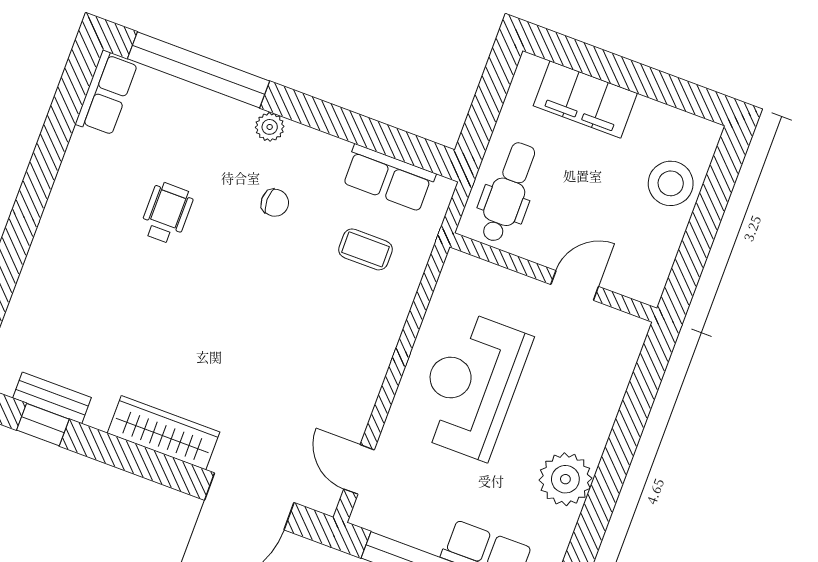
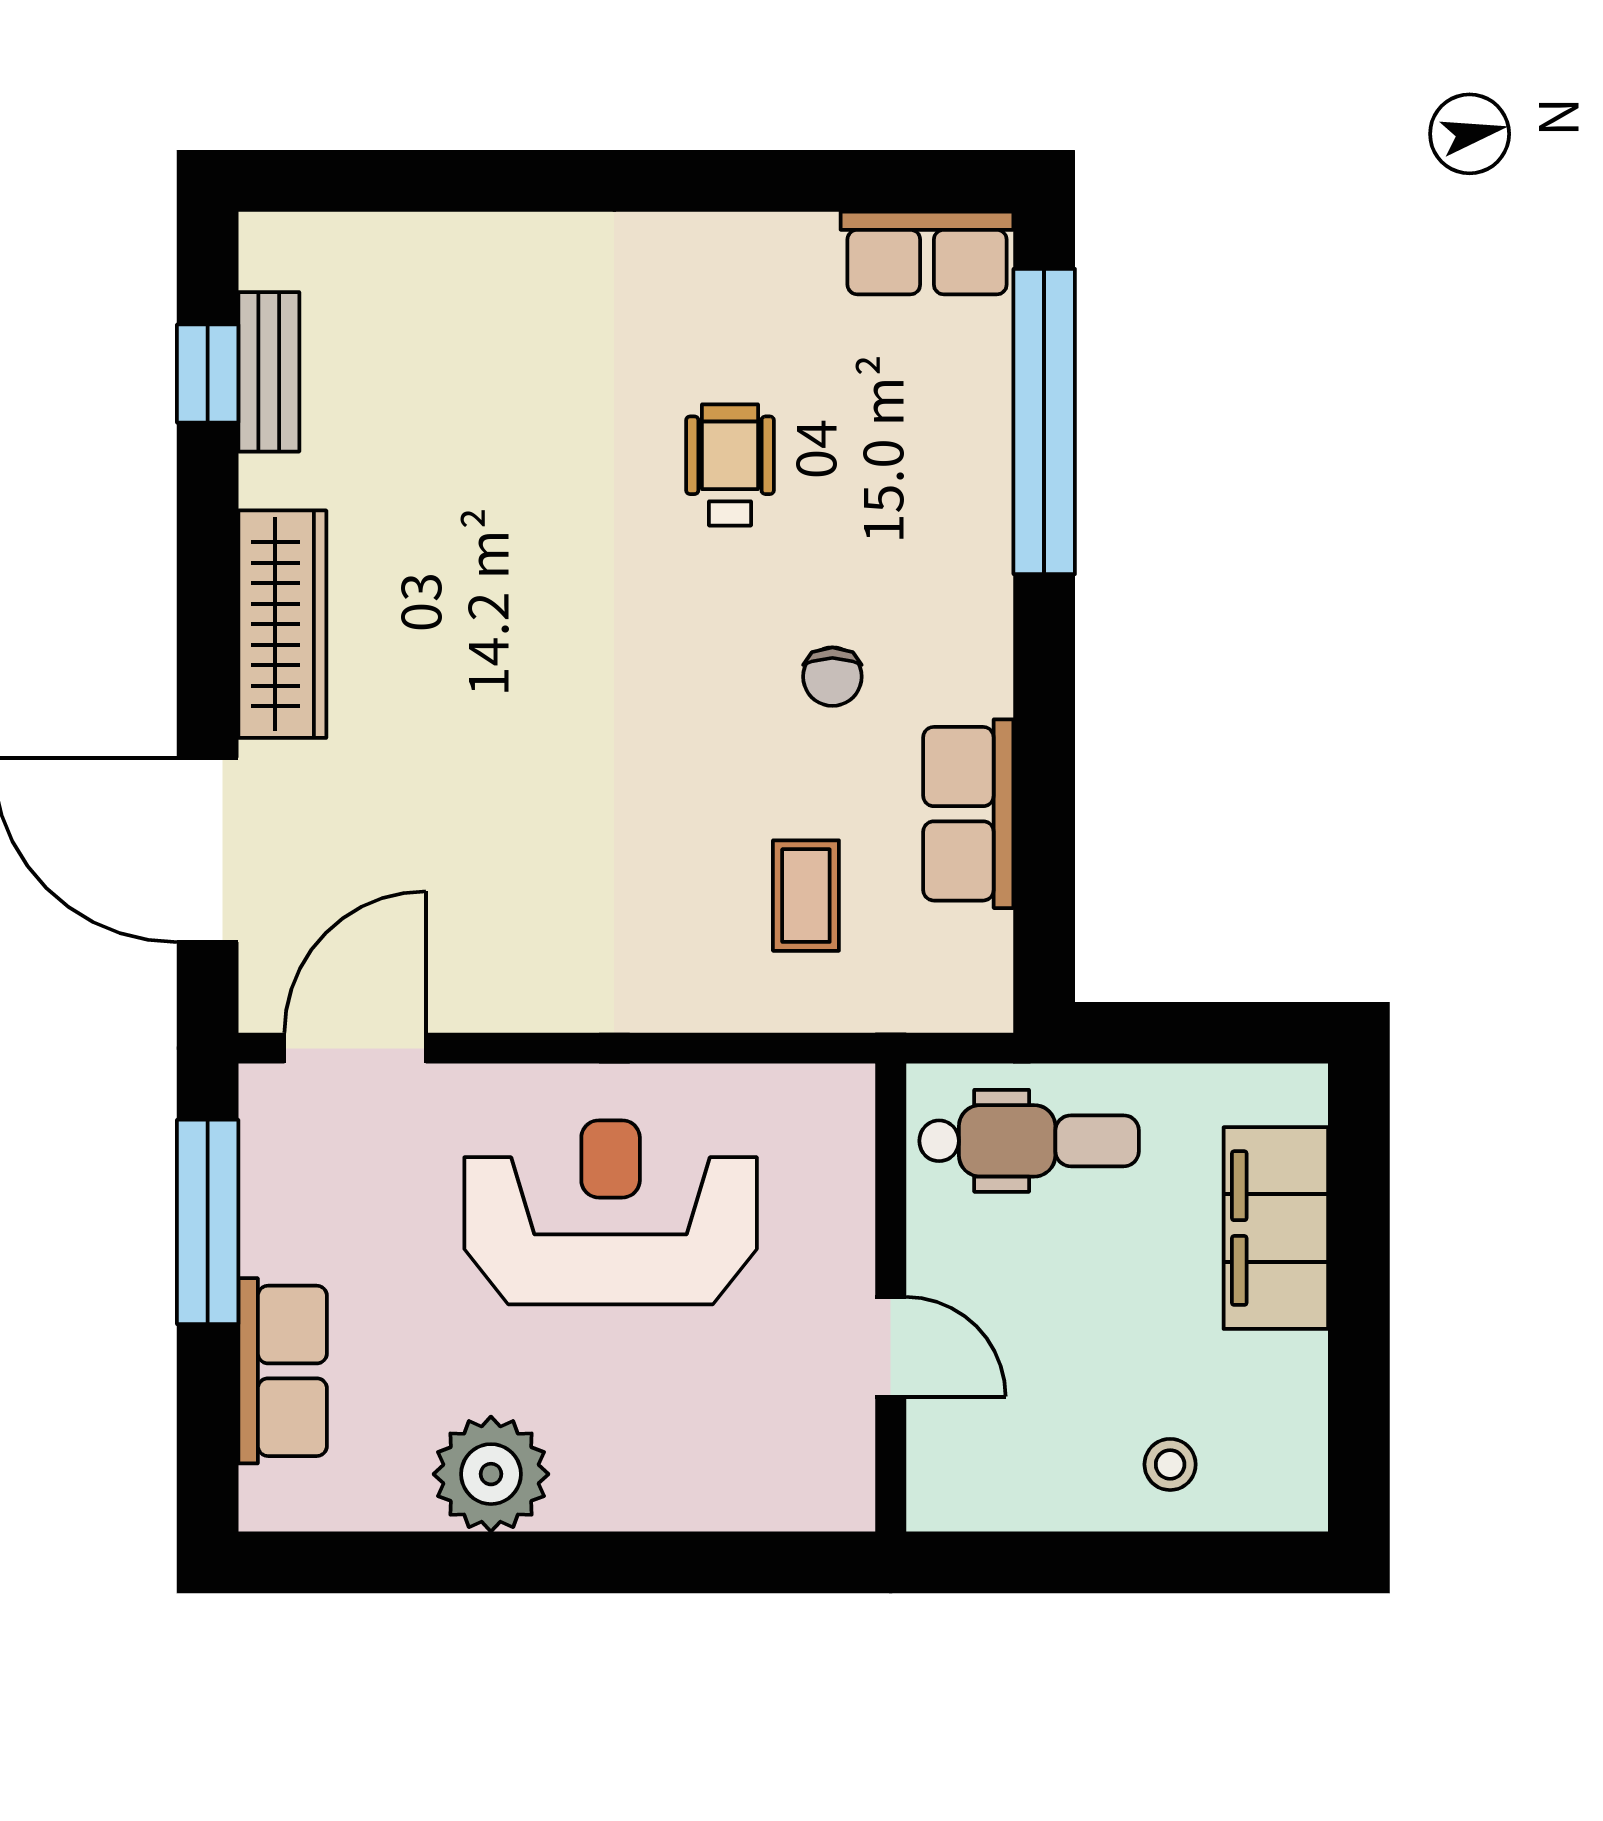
plant: (270, 127) -> (982, 609), removed
row of seats: (388, 178) -> (968, 814), moved
stool: (671, 183) -> (1170, 1464), width x0.53, depth x0.53
wheelchair: (167, 213) -> (730, 465), turned -90
door: (359, 469) -> (355, 1048), width x1.38

